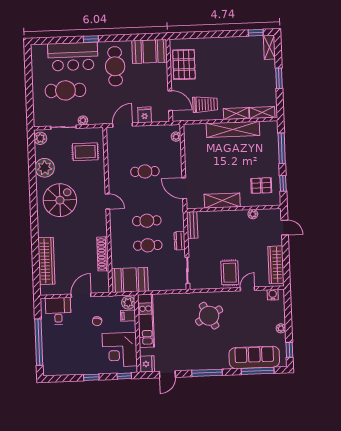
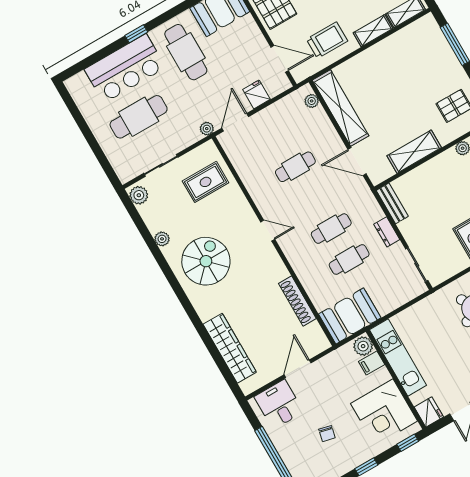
plant: (83, 120) -> (207, 129), moved
shelving: (233, 129) -> (340, 108), moved, turned 90
plant: (45, 168) -> (162, 239), width x0.53, depth x0.53
chair: (97, 321) -> (327, 434), moved

